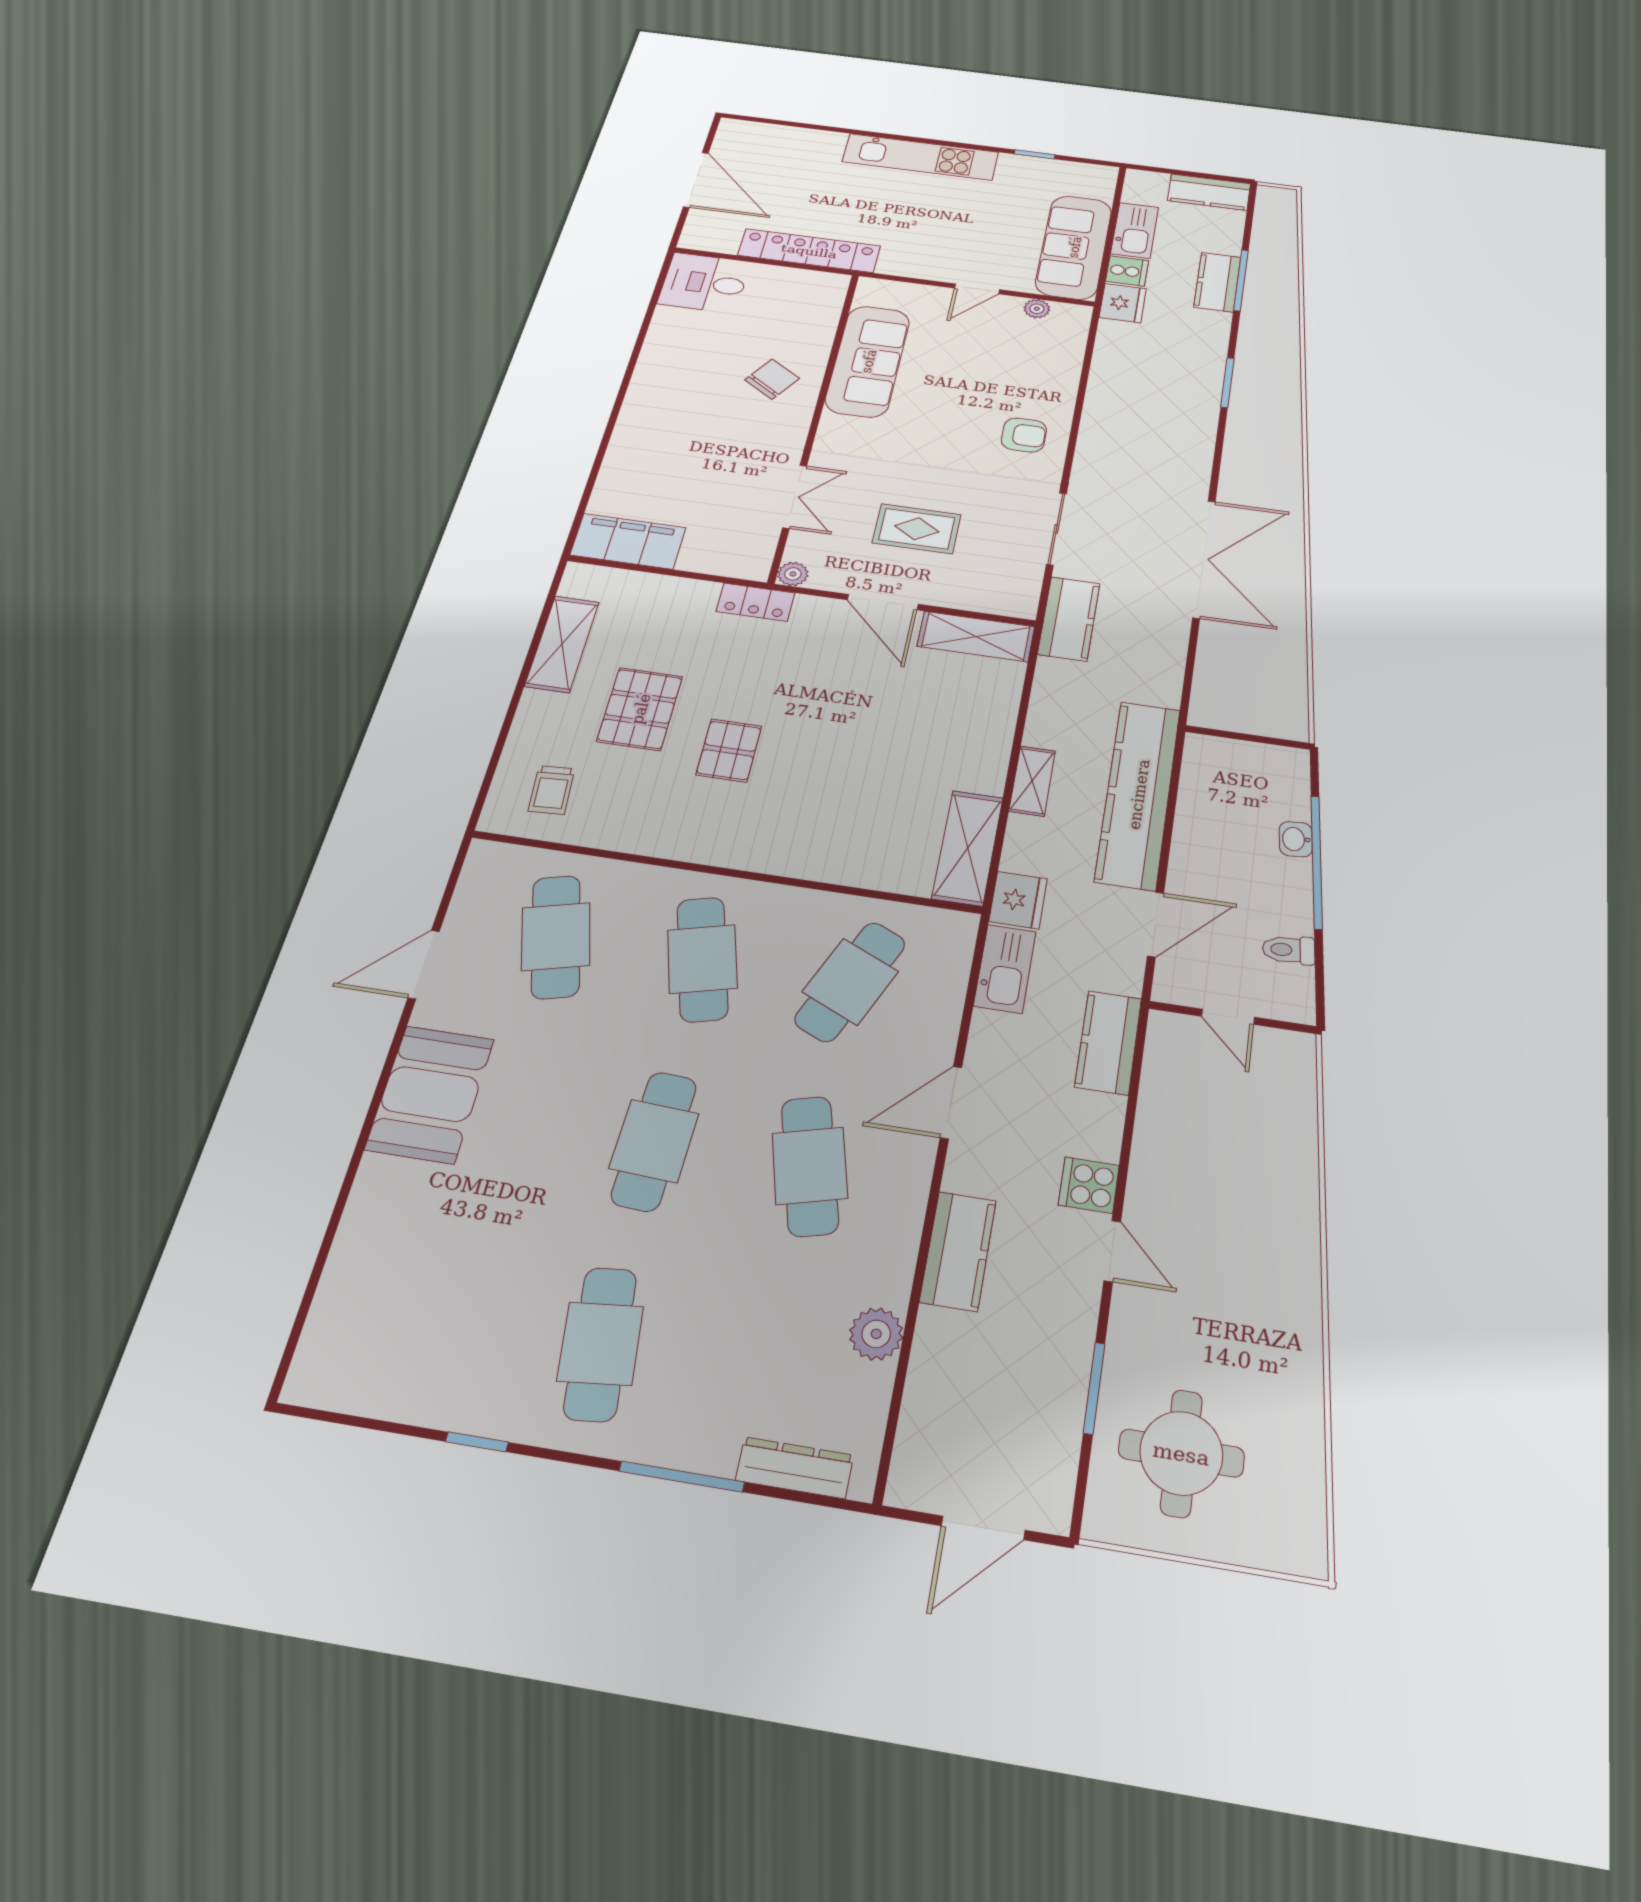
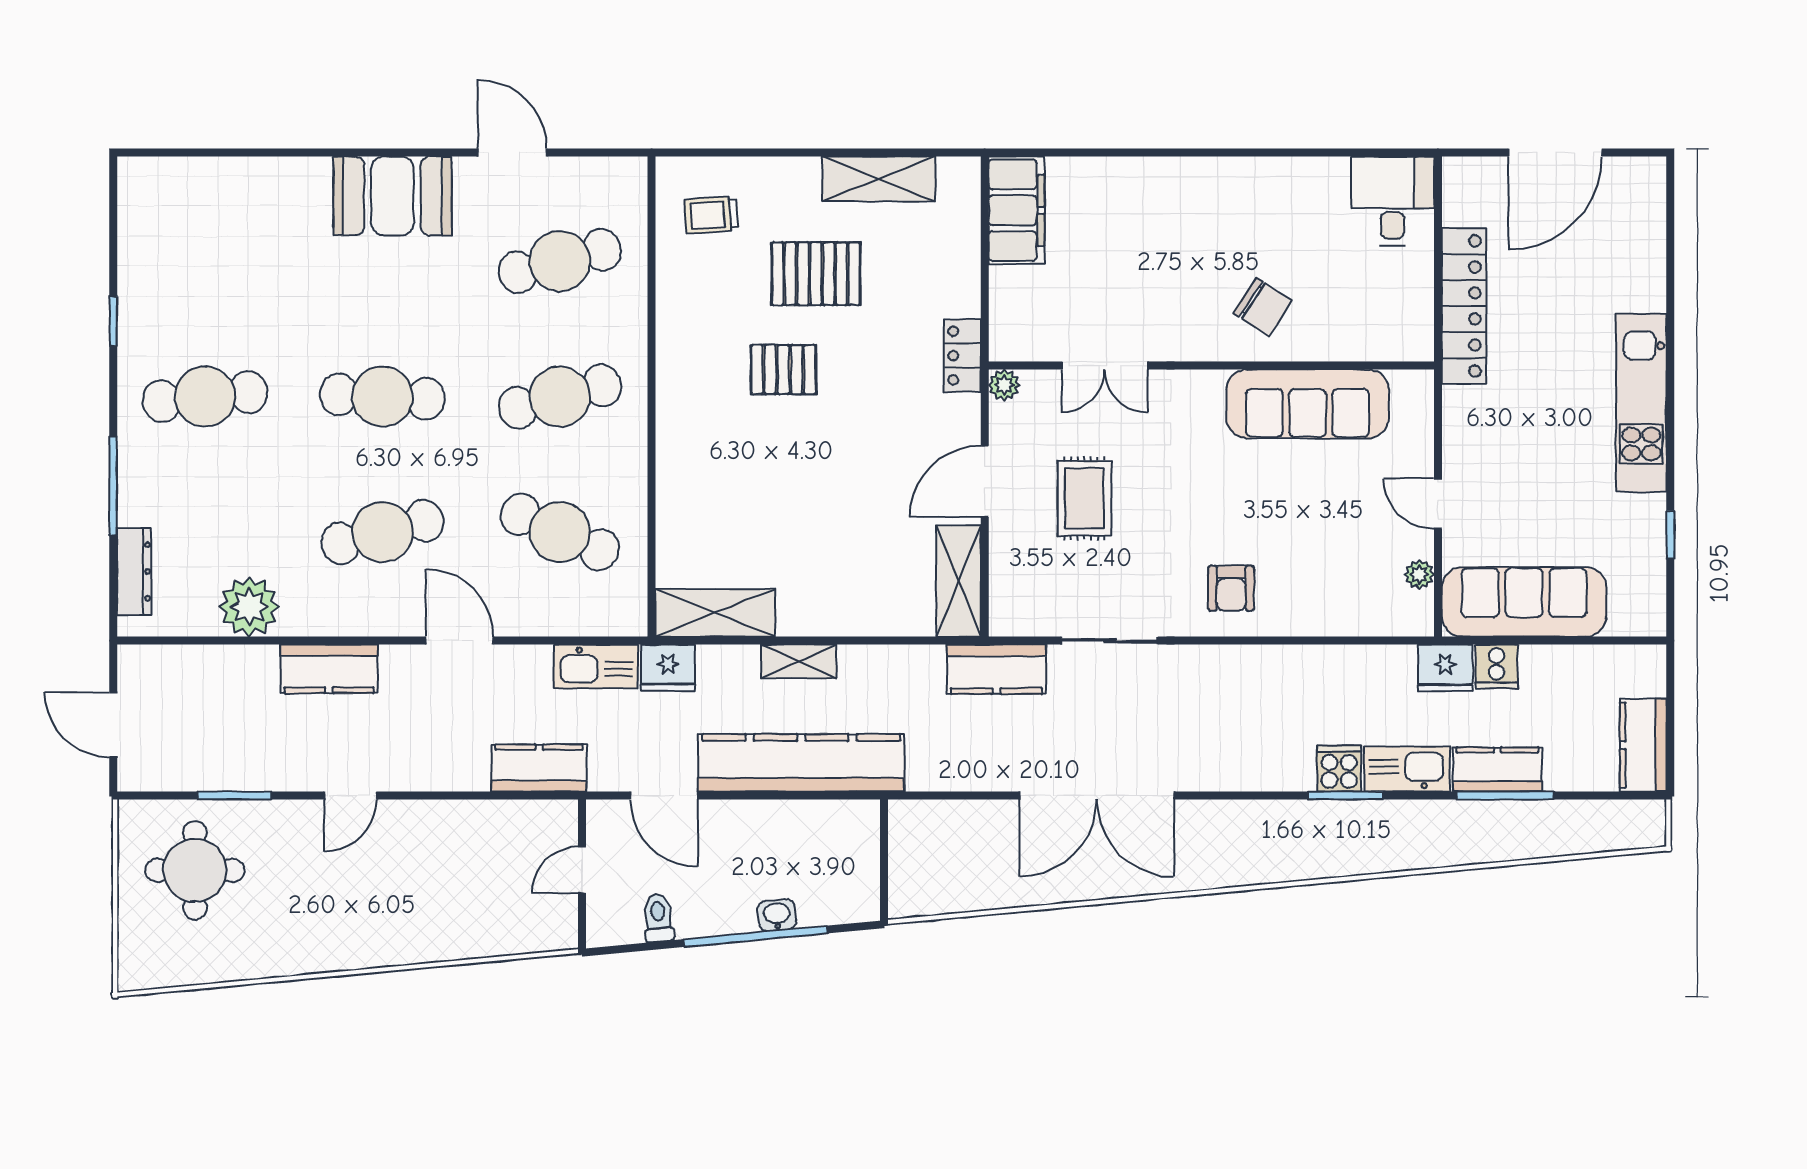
kitchen sink: (1135, 230) -> (1407, 769), moved, turned 180
cooker: (1089, 1185) -> (1339, 769), moved
plant: (876, 1334) -> (249, 607), width x1.36, depth x1.36

